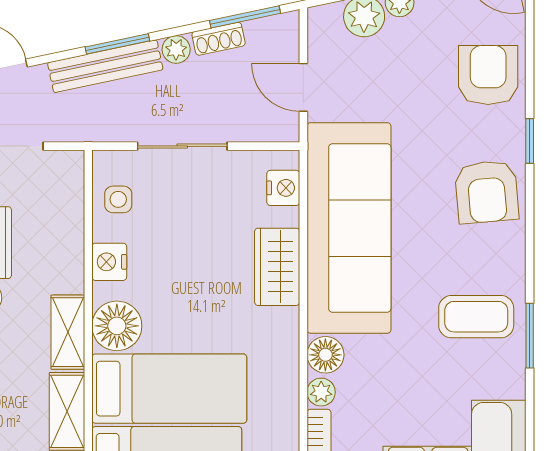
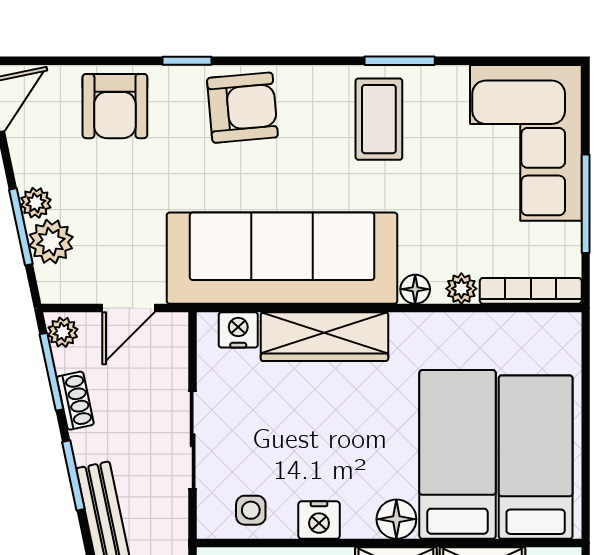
window: (117, 44) -> (73, 475), moved
plant: (176, 49) -> (63, 332), moved
armchair: (488, 75) -> (115, 106), turned -90
wardrobe: (277, 267) -> (324, 337), width x1.50
floor lamp: (117, 326) -> (396, 519), width x0.73, depth x0.73
floor lamp: (325, 355) -> (415, 289), width x0.73, depth x0.73

